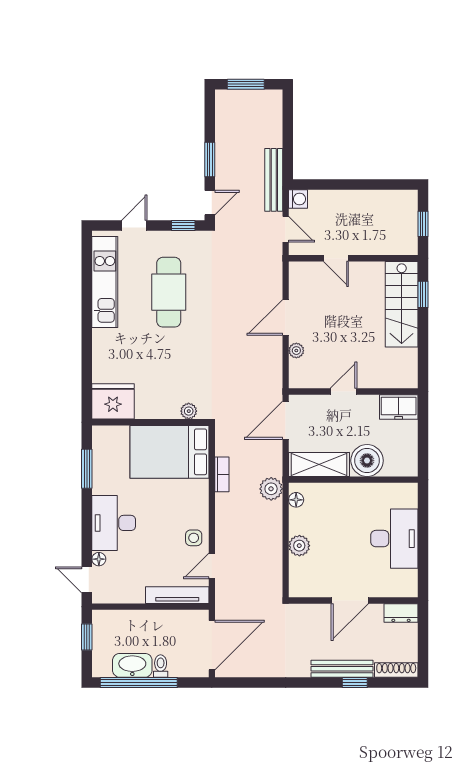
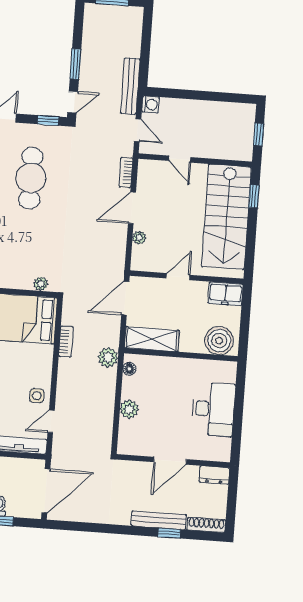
bookcase: (276, 278) -> (126, 172), added
stairs: (402, 304) -> (227, 217), width x1.36, depth x1.51
boiler: (367, 461) -> (219, 341), moved

